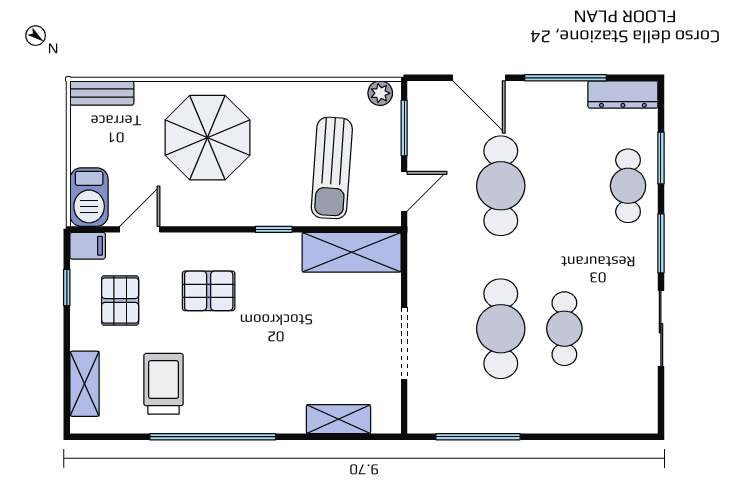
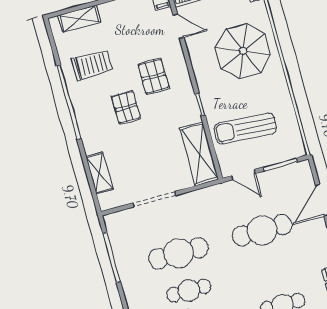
plant: (380, 93) -> (297, 145), removed
pallet: (120, 300) -> (126, 107), moved, turned 90

